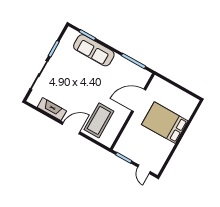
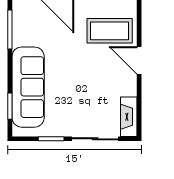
sofa: (94, 50) -> (28, 87), width x1.36, depth x1.27
fireplace: (52, 109) -> (129, 117), moved

